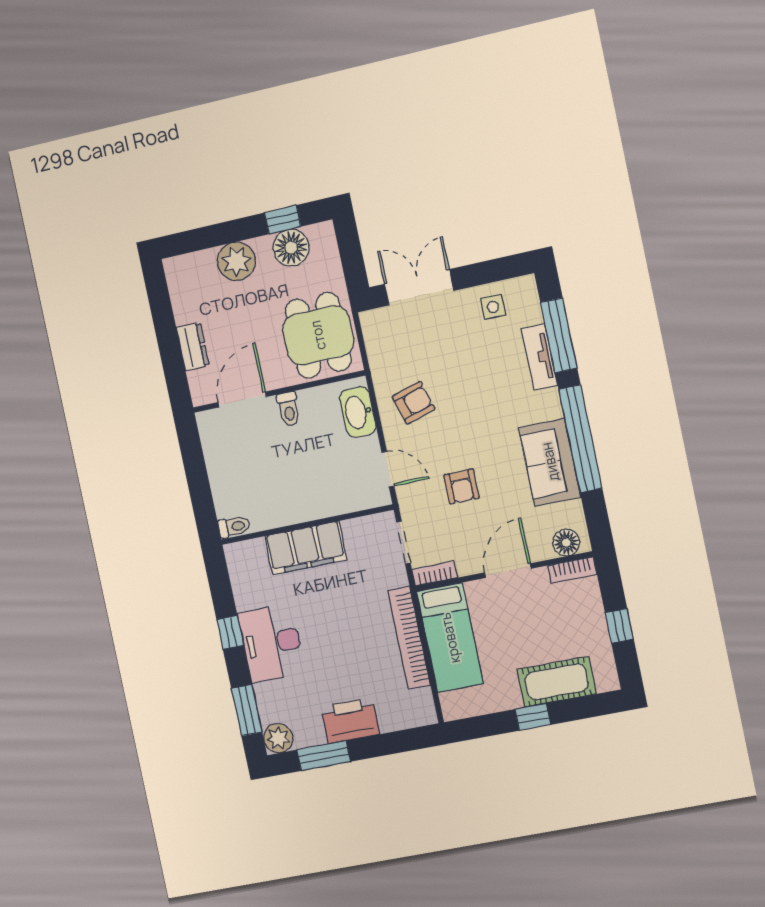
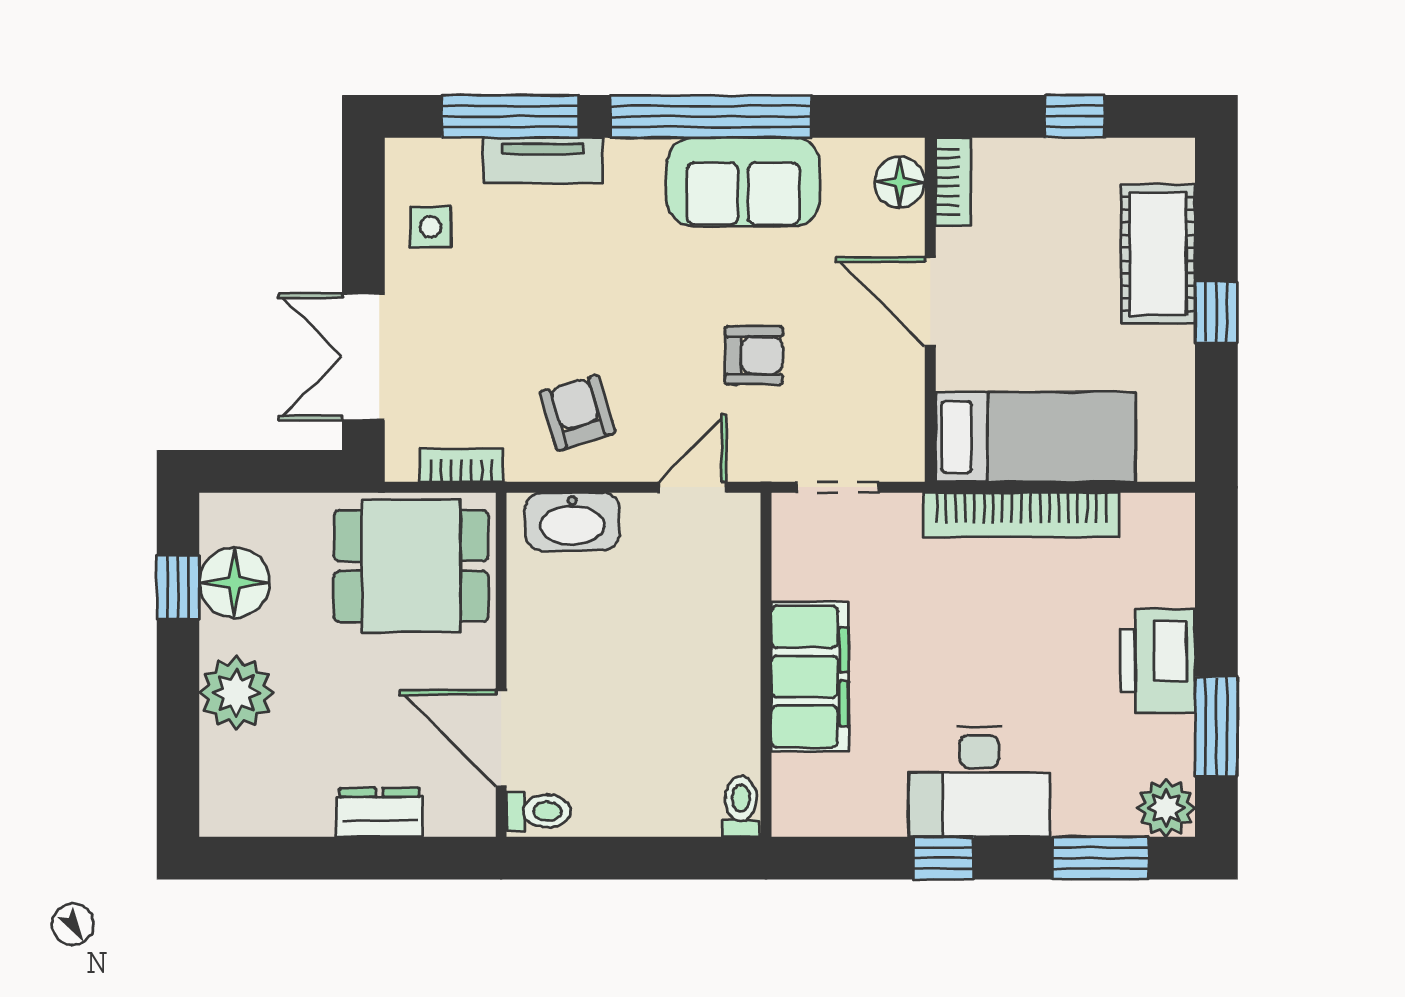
toilet: (289, 409) -> (538, 811), moved
bookcase: (435, 574) -> (461, 465), moved, turned 90

